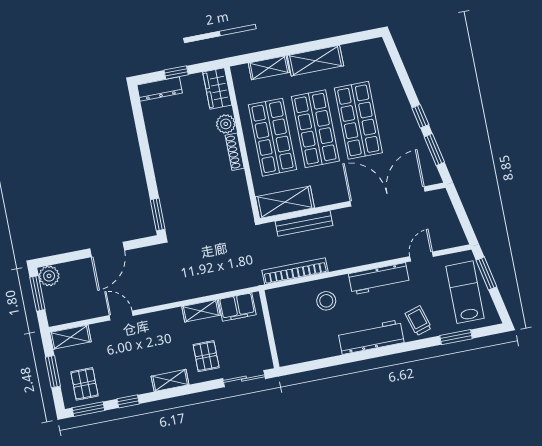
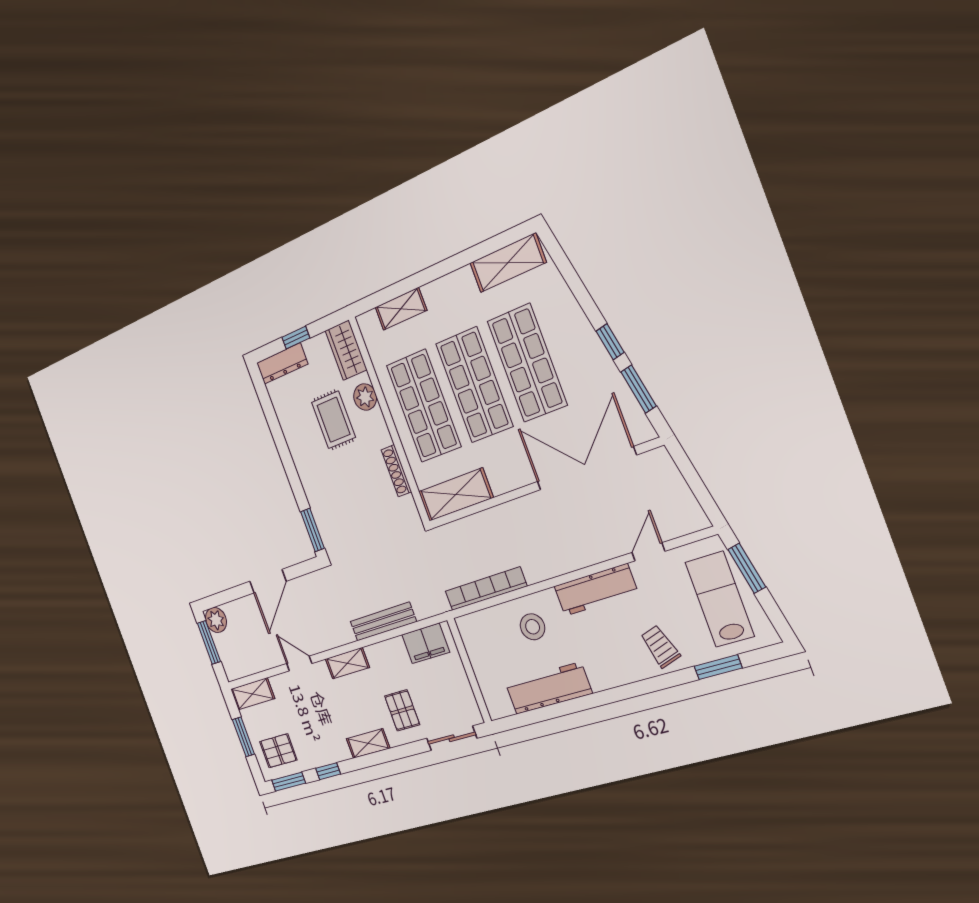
shelving: (315, 61) -> (508, 263), moved
rug: (195, 136) -> (333, 420), added
shoe rack: (235, 152) -> (396, 471), moved
bench: (304, 223) -> (383, 622), moved
shelving: (201, 311) -> (347, 663), moved
workbench: (371, 337) -> (548, 688), moved
pallet: (84, 384) -> (278, 751), turned 90

